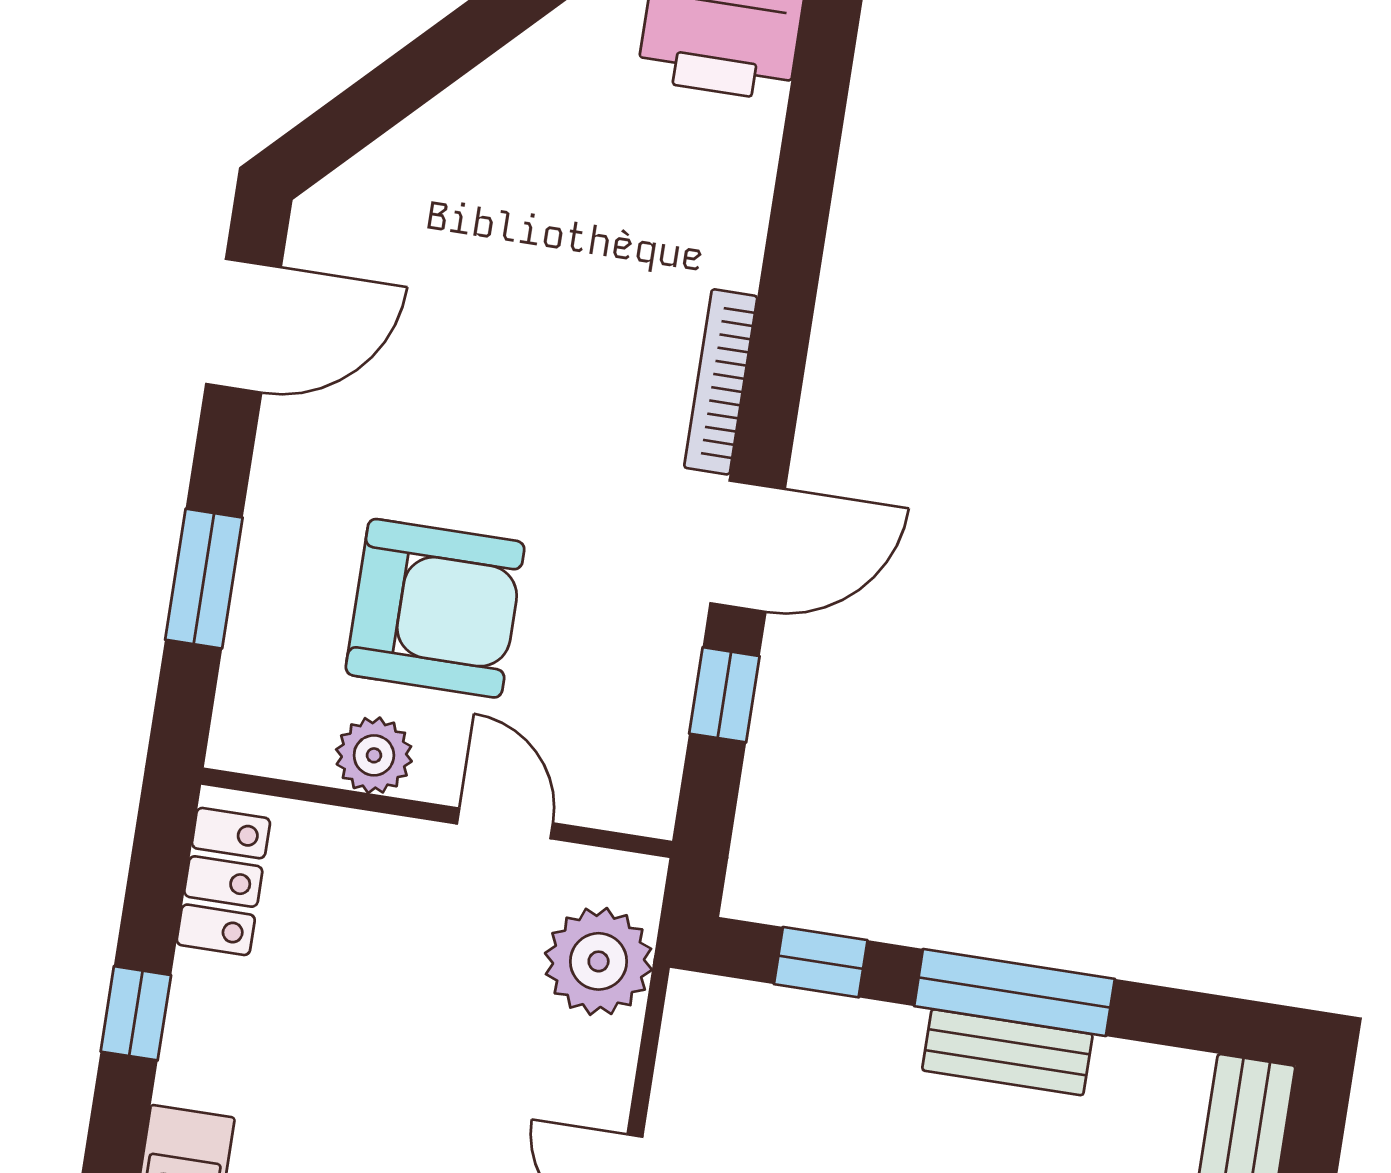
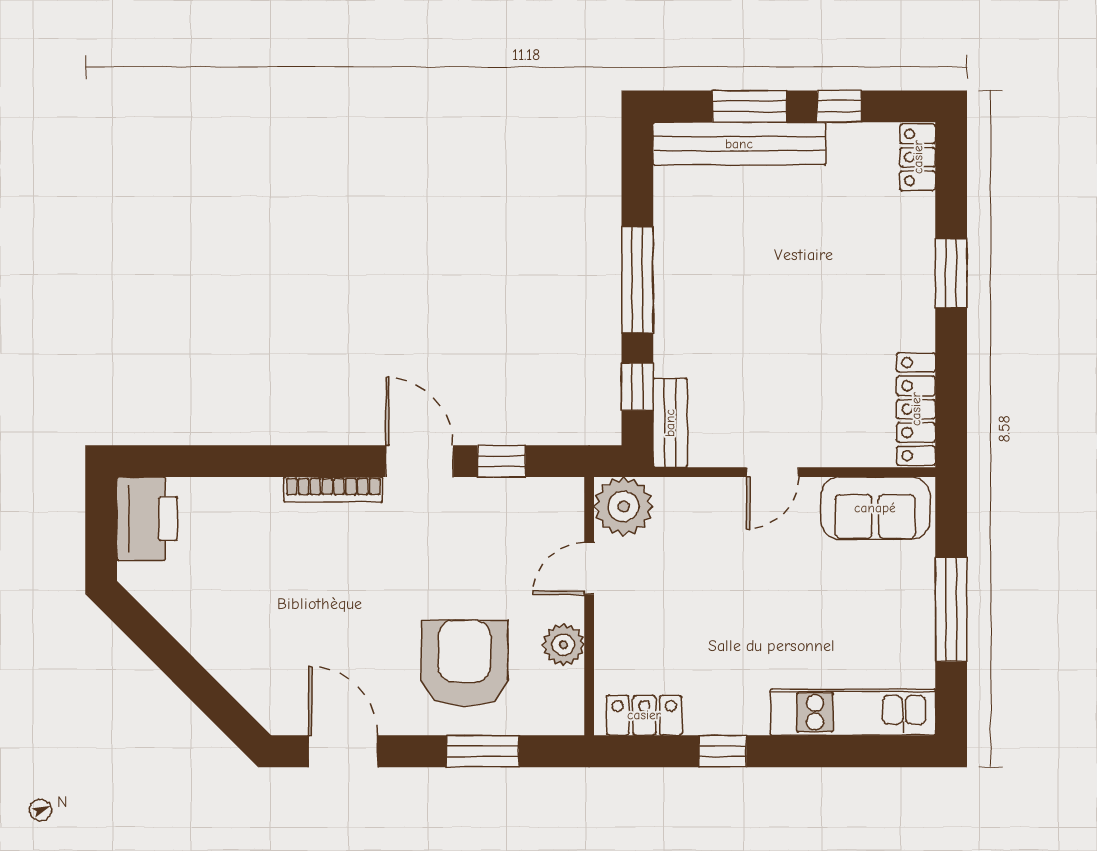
armchair: (435, 608) -> (464, 663), moved
plant: (599, 961) -> (623, 506), moved
bench: (1007, 1052) -> (670, 423), moved

